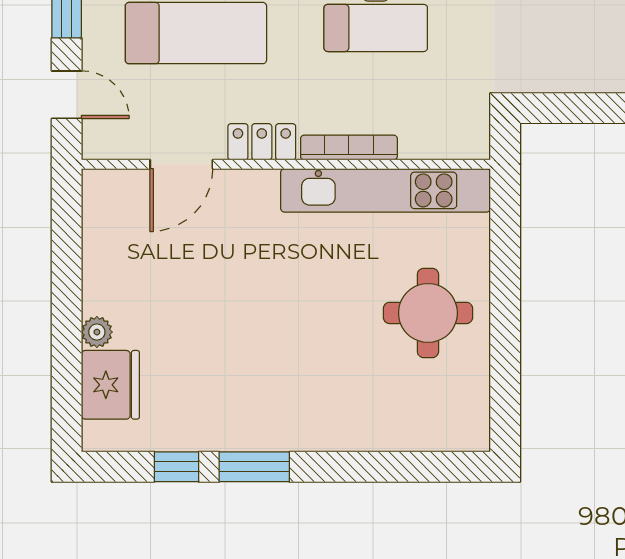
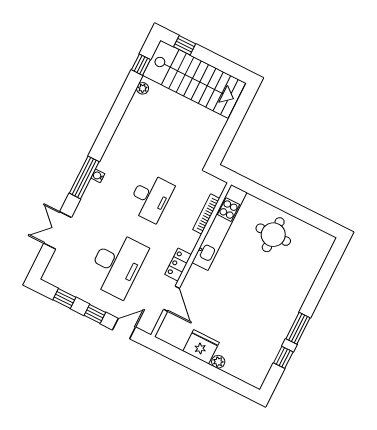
bookcase: (349, 147) -> (206, 214), moved
fridge: (110, 385) -> (201, 347), moved

